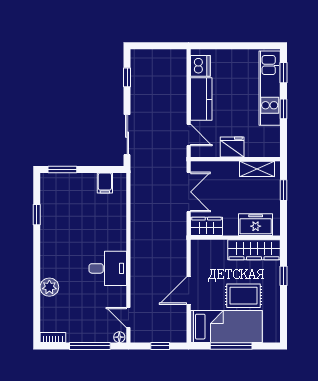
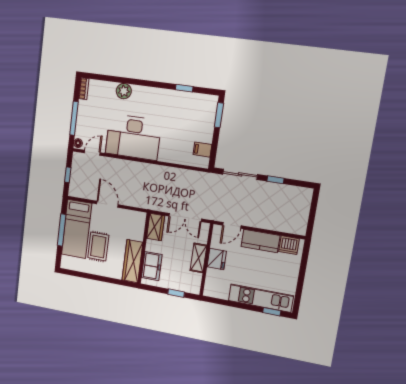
window: (127, 77) -> (276, 180), moved
window: (284, 109) -> (242, 306), removed
shelving: (257, 169) -> (198, 258), moved
desk: (108, 268) -> (133, 137), width x1.87, depth x1.30
window: (284, 276) -> (110, 280), removed

